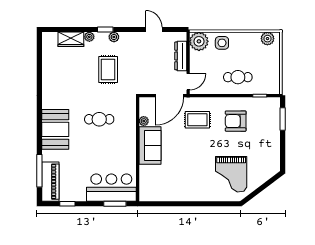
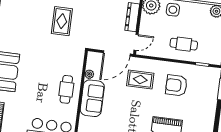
cafe table: (99, 119) -> (66, 89), moved, turned 90

